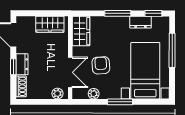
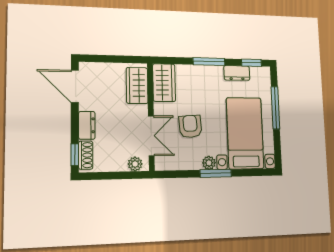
wardrobe: (50, 24) -> (137, 85), moved, turned 90
window: (13, 67) -> (75, 155), moved
plant: (94, 94) -> (209, 163), moved

